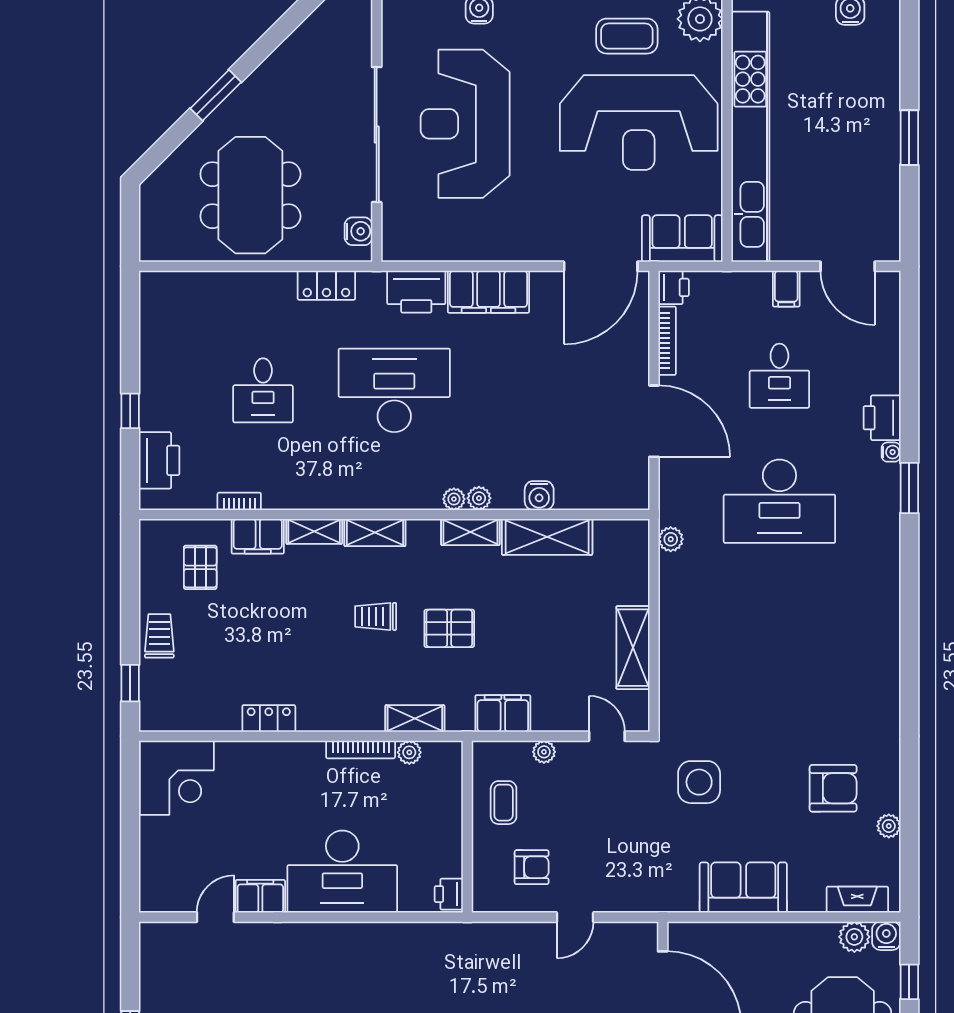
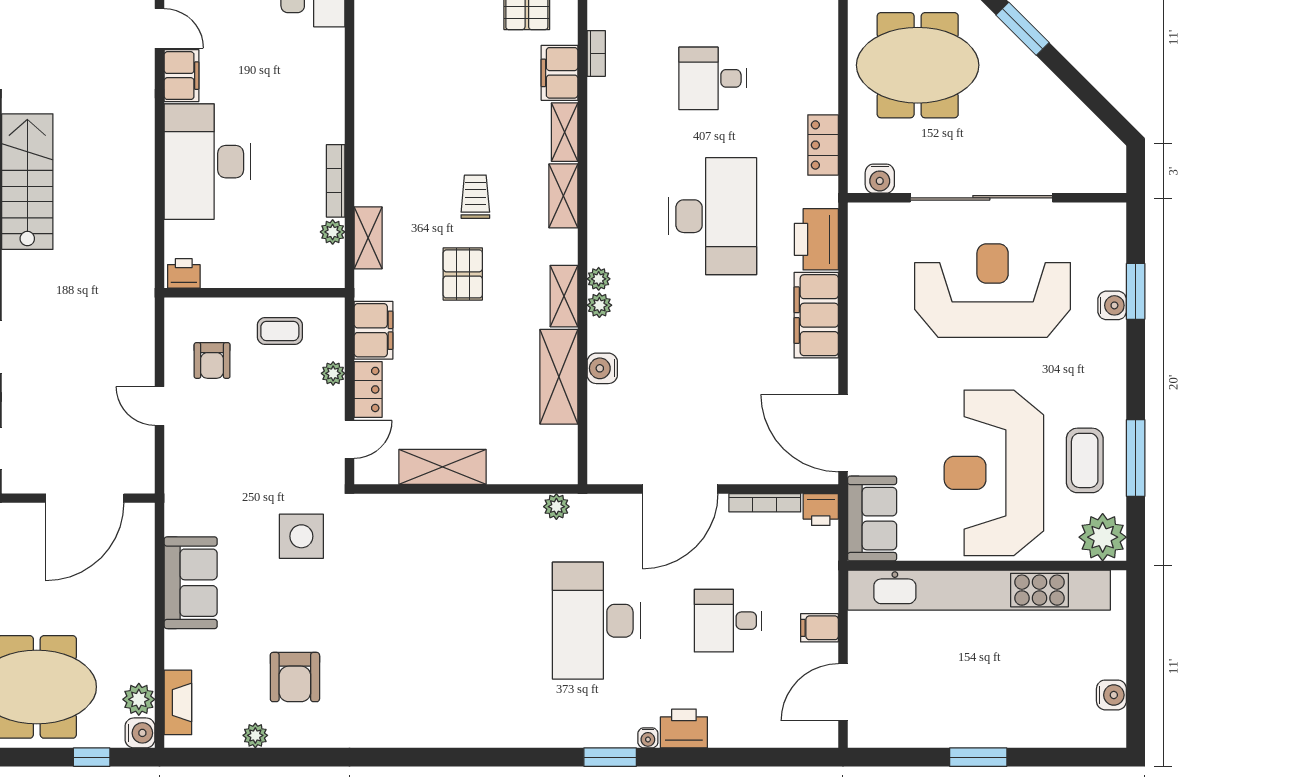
locker: (269, 718) -> (368, 389), moved

